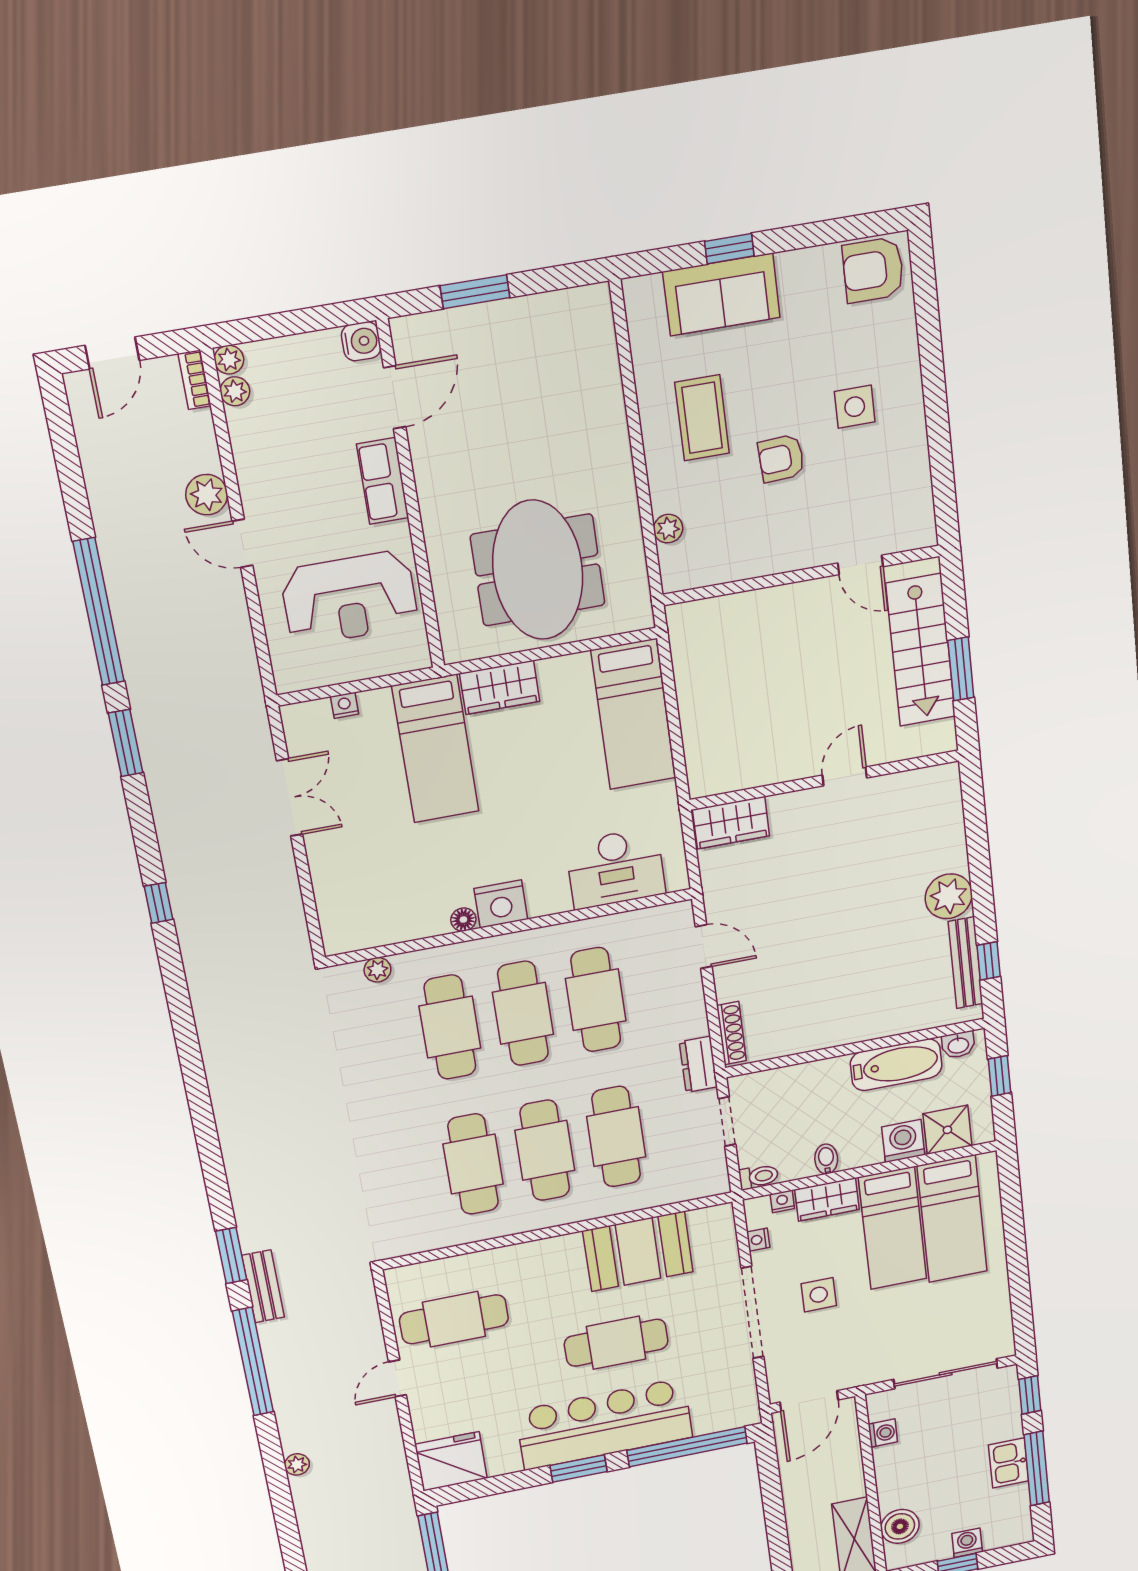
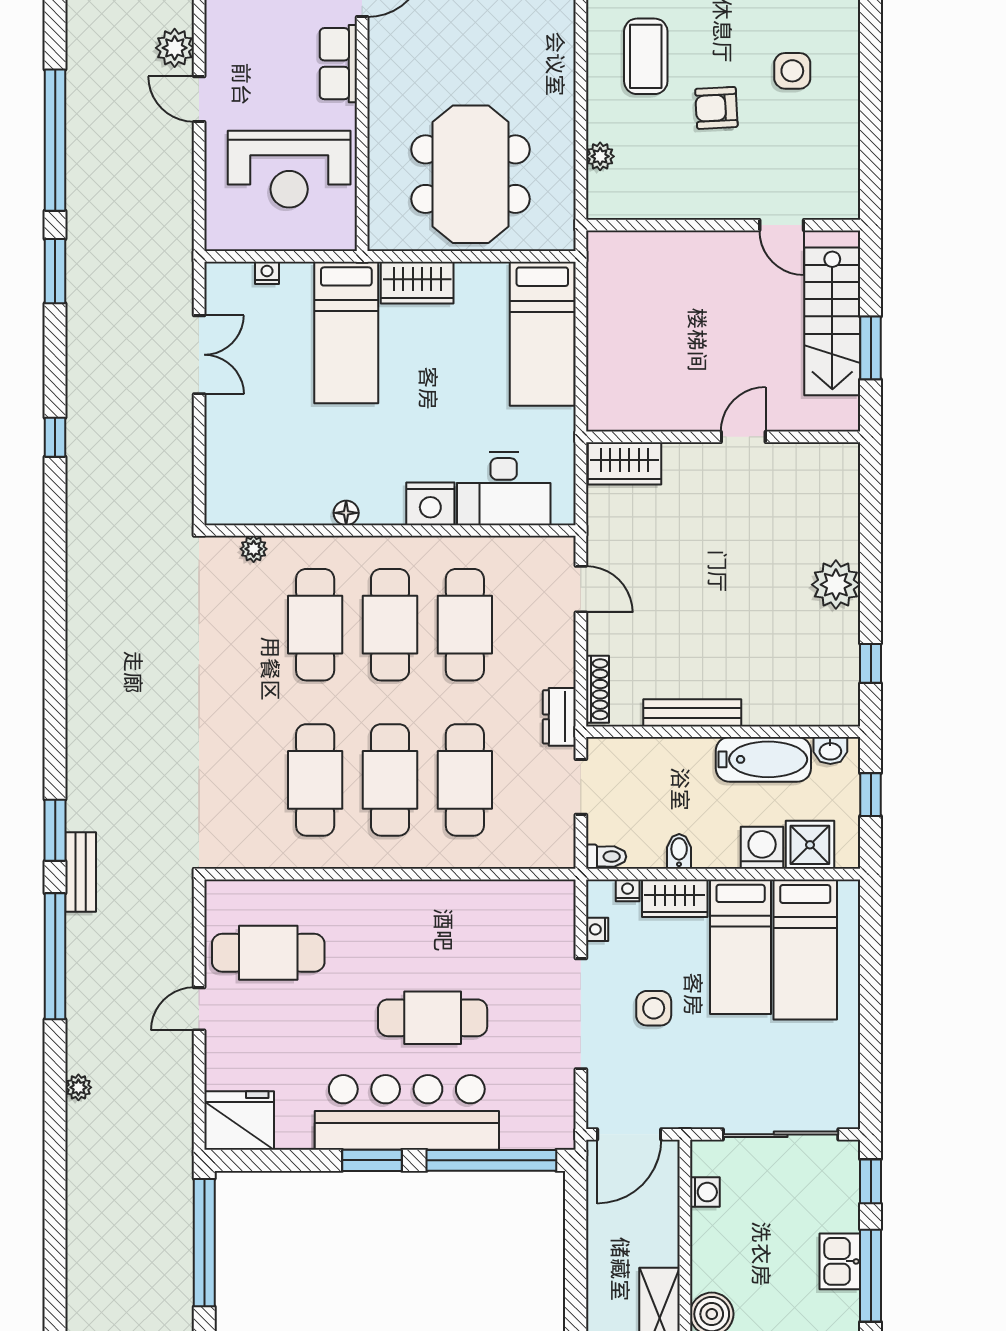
nightstand: (501, 904) -> (430, 504), moved
bench: (966, 963) -> (692, 713), moved, turned 90
booth: (638, 1251) -> (470, 916), removed

